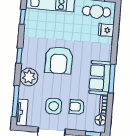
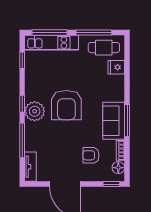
plant: (29, 77) -> (35, 111), moved
window: (16, 101) -> (22, 140), moved
side table: (54, 106) -> (65, 157), removed

